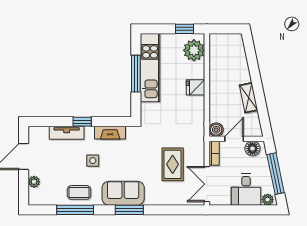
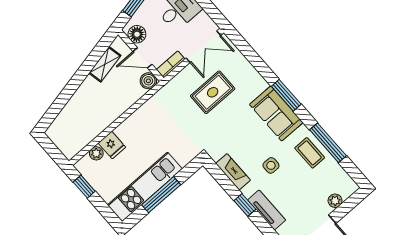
plant: (194, 50) -> (96, 153), width x0.53, depth x0.53
fridge: (196, 87) -> (112, 145), moved
shelving: (249, 98) -> (105, 64), moved

